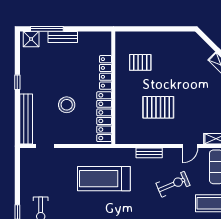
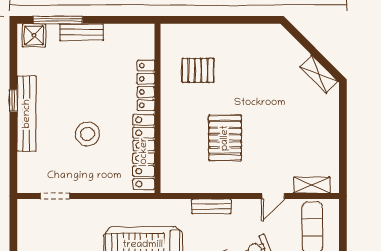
pallet: (158, 107) -> (225, 138), turned 90
bench: (26, 119) -> (27, 114), moved

